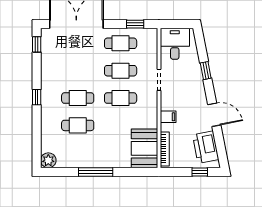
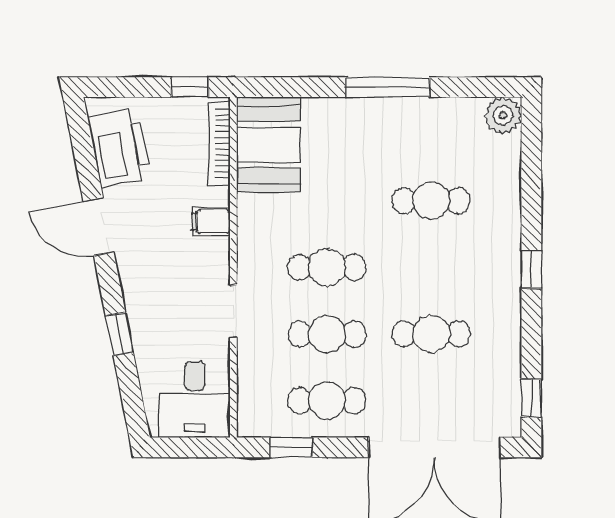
cafe table: (78, 98) -> (431, 334), moved
window: (200, 172) -> (190, 87), moved

